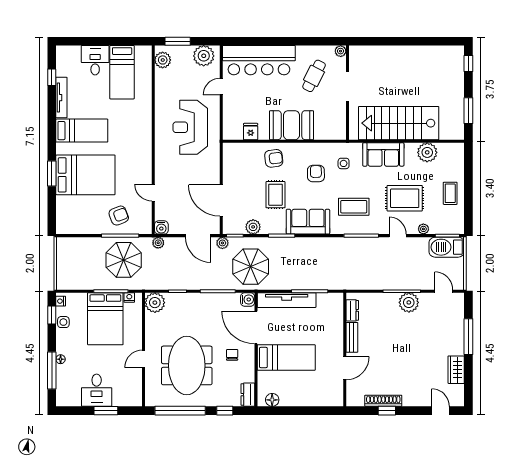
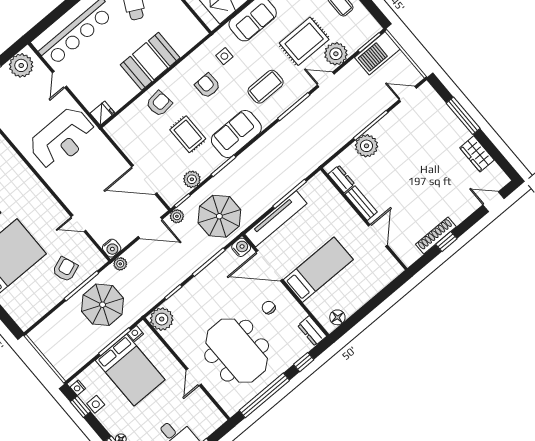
reception desk: (190, 127) -> (62, 138), turned -90
fridge: (251, 132) -> (102, 113), moved, turned 90
plant: (423, 229) -> (336, 54), width x1.87, depth x1.87
plant: (409, 302) -> (367, 146), moved

